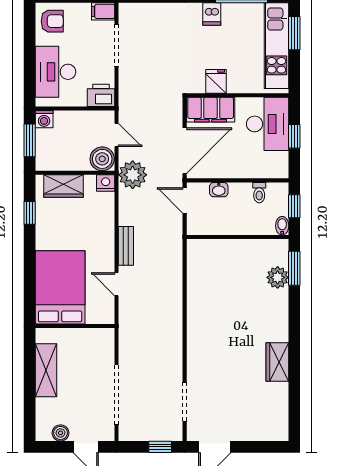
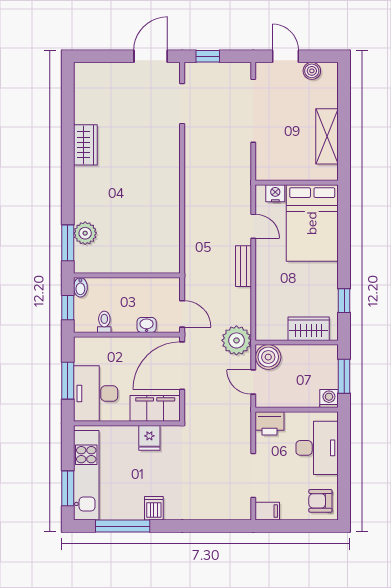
window: (294, 136) -> (68, 381), width x1.50
nightstand: (106, 183) -> (275, 193), moved, turned 180

